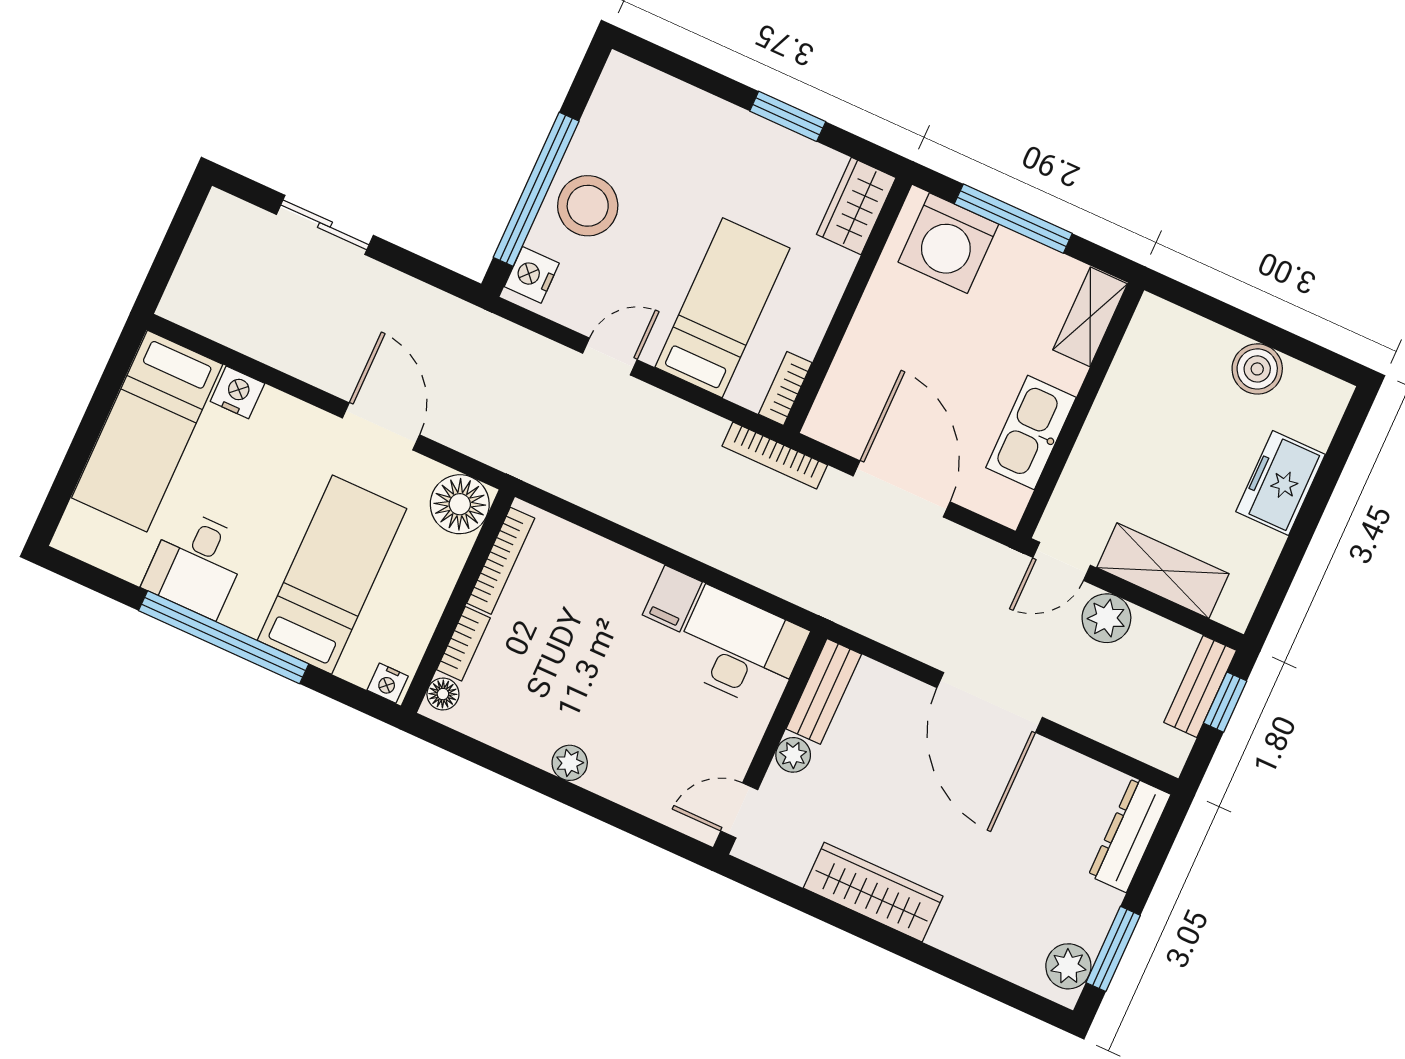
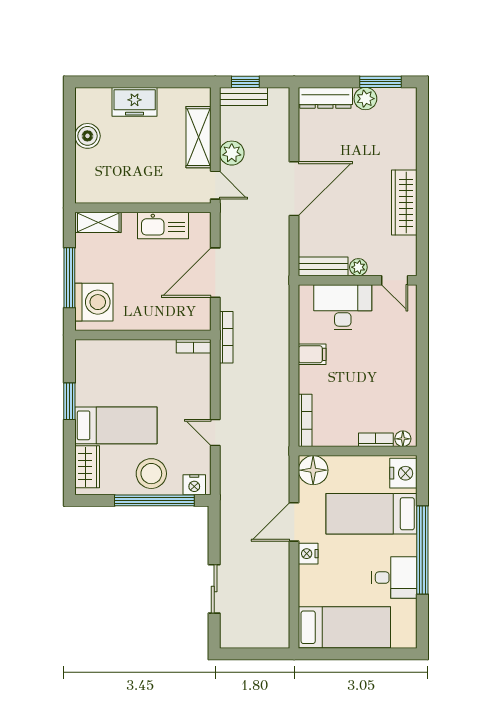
wardrobe: (856, 206) -> (87, 467), moved, turned -90
bed: (722, 308) -> (116, 425), moved, turned 180
nightstand: (237, 392) -> (308, 554), moved
bookcase: (501, 561) -> (305, 420), moved, turned 90
desk: (740, 649) -> (343, 307), moved, turned 90
nightstand: (388, 683) -> (403, 473), width x1.89, depth x1.79
plant: (570, 763) -> (408, 367), removed
plant: (1068, 966) -> (365, 99), moved

